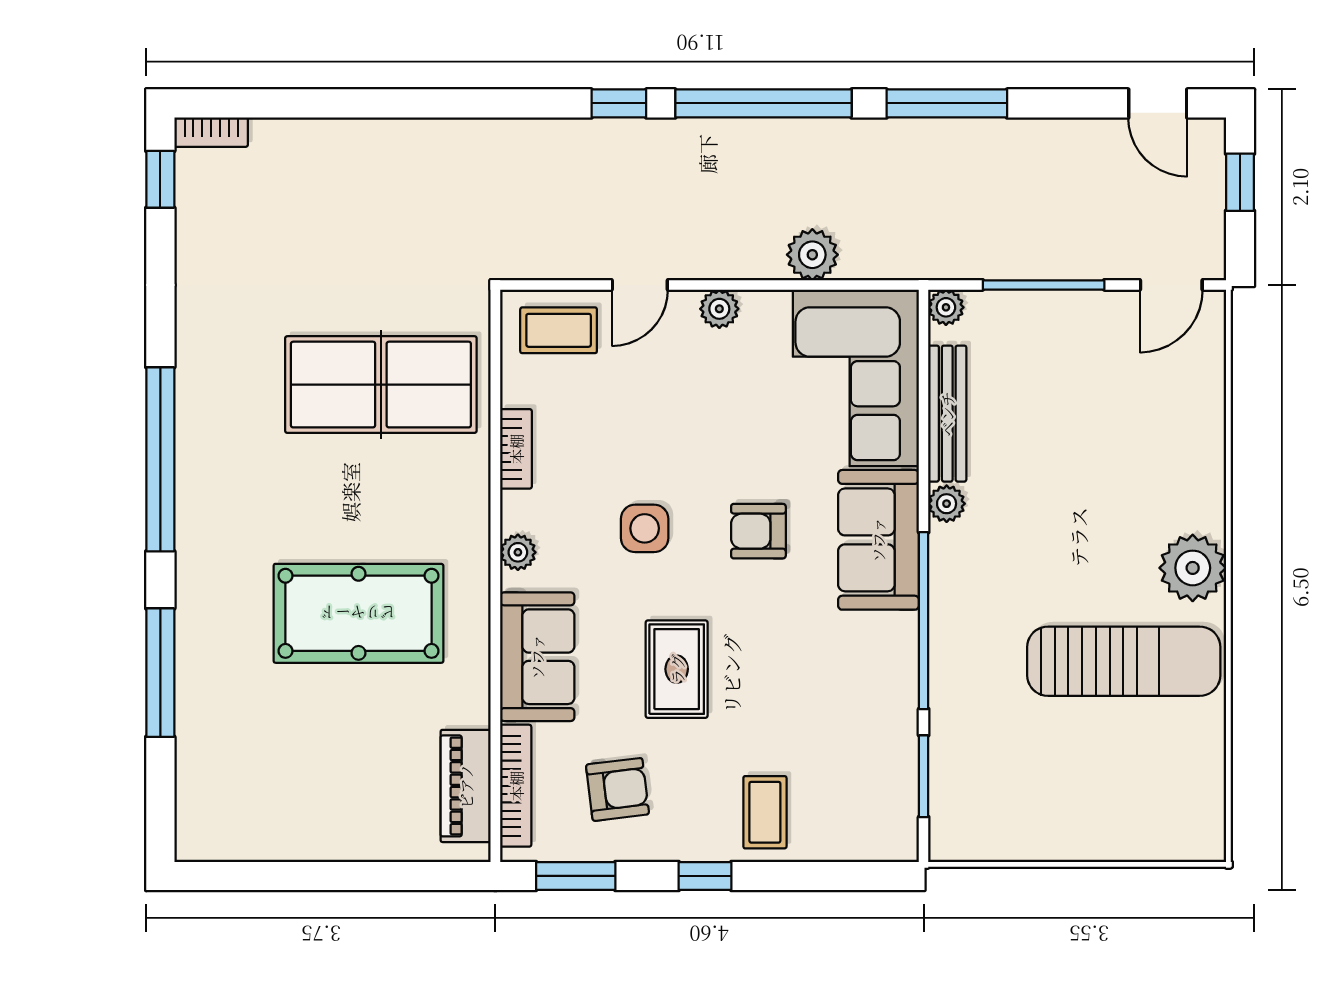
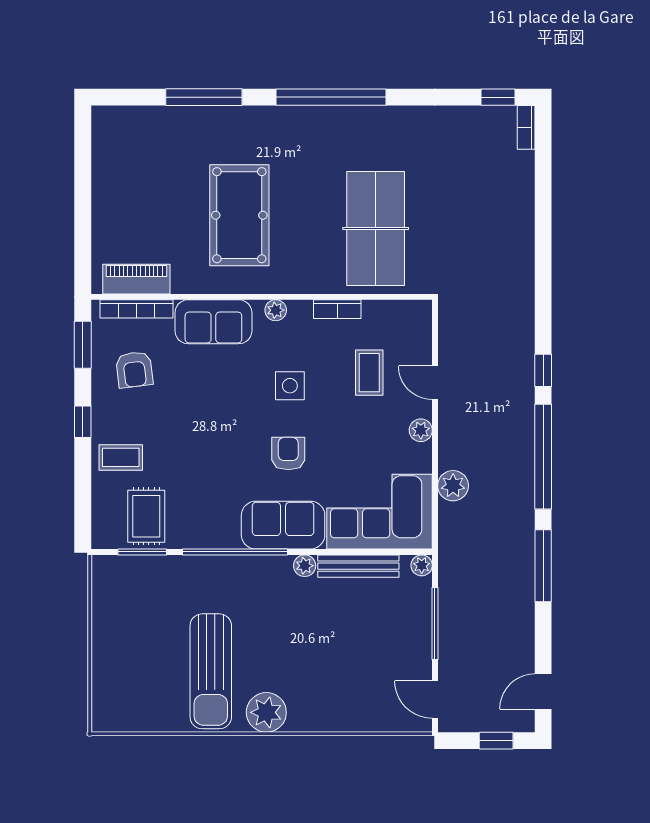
coffee table: (559, 330) -> (369, 373), moved
rug: (677, 669) -> (146, 516), moved, turned 90

